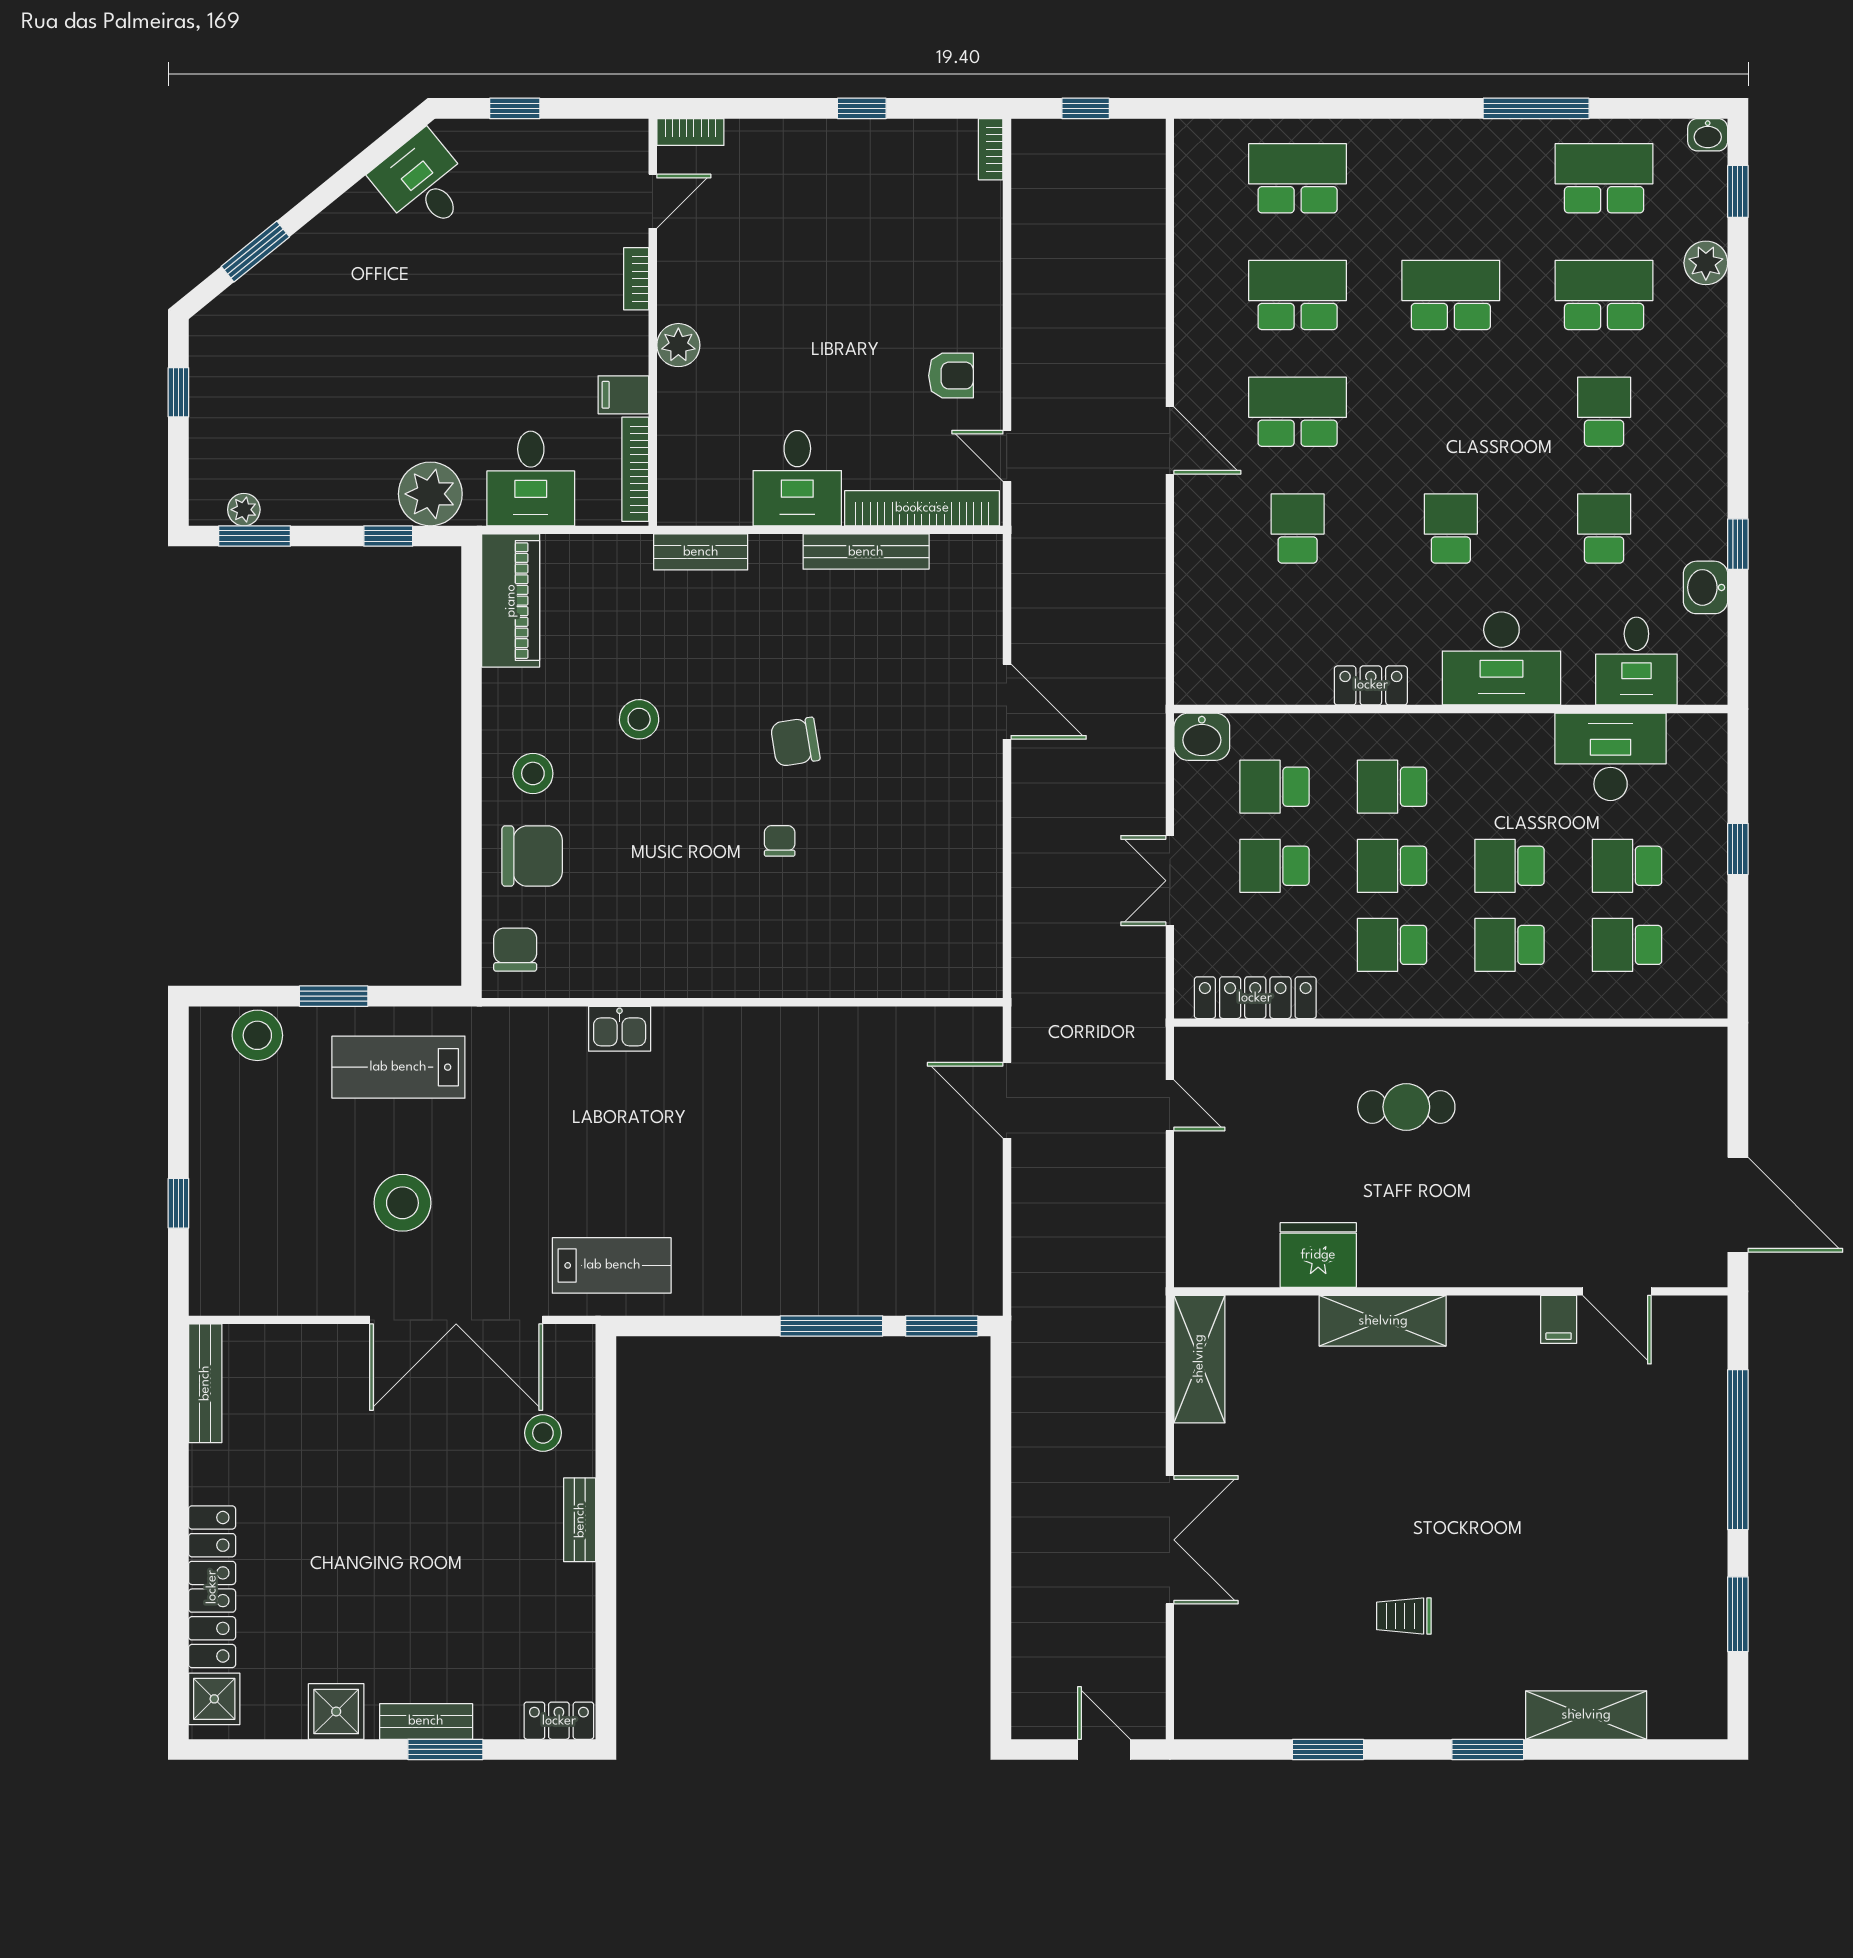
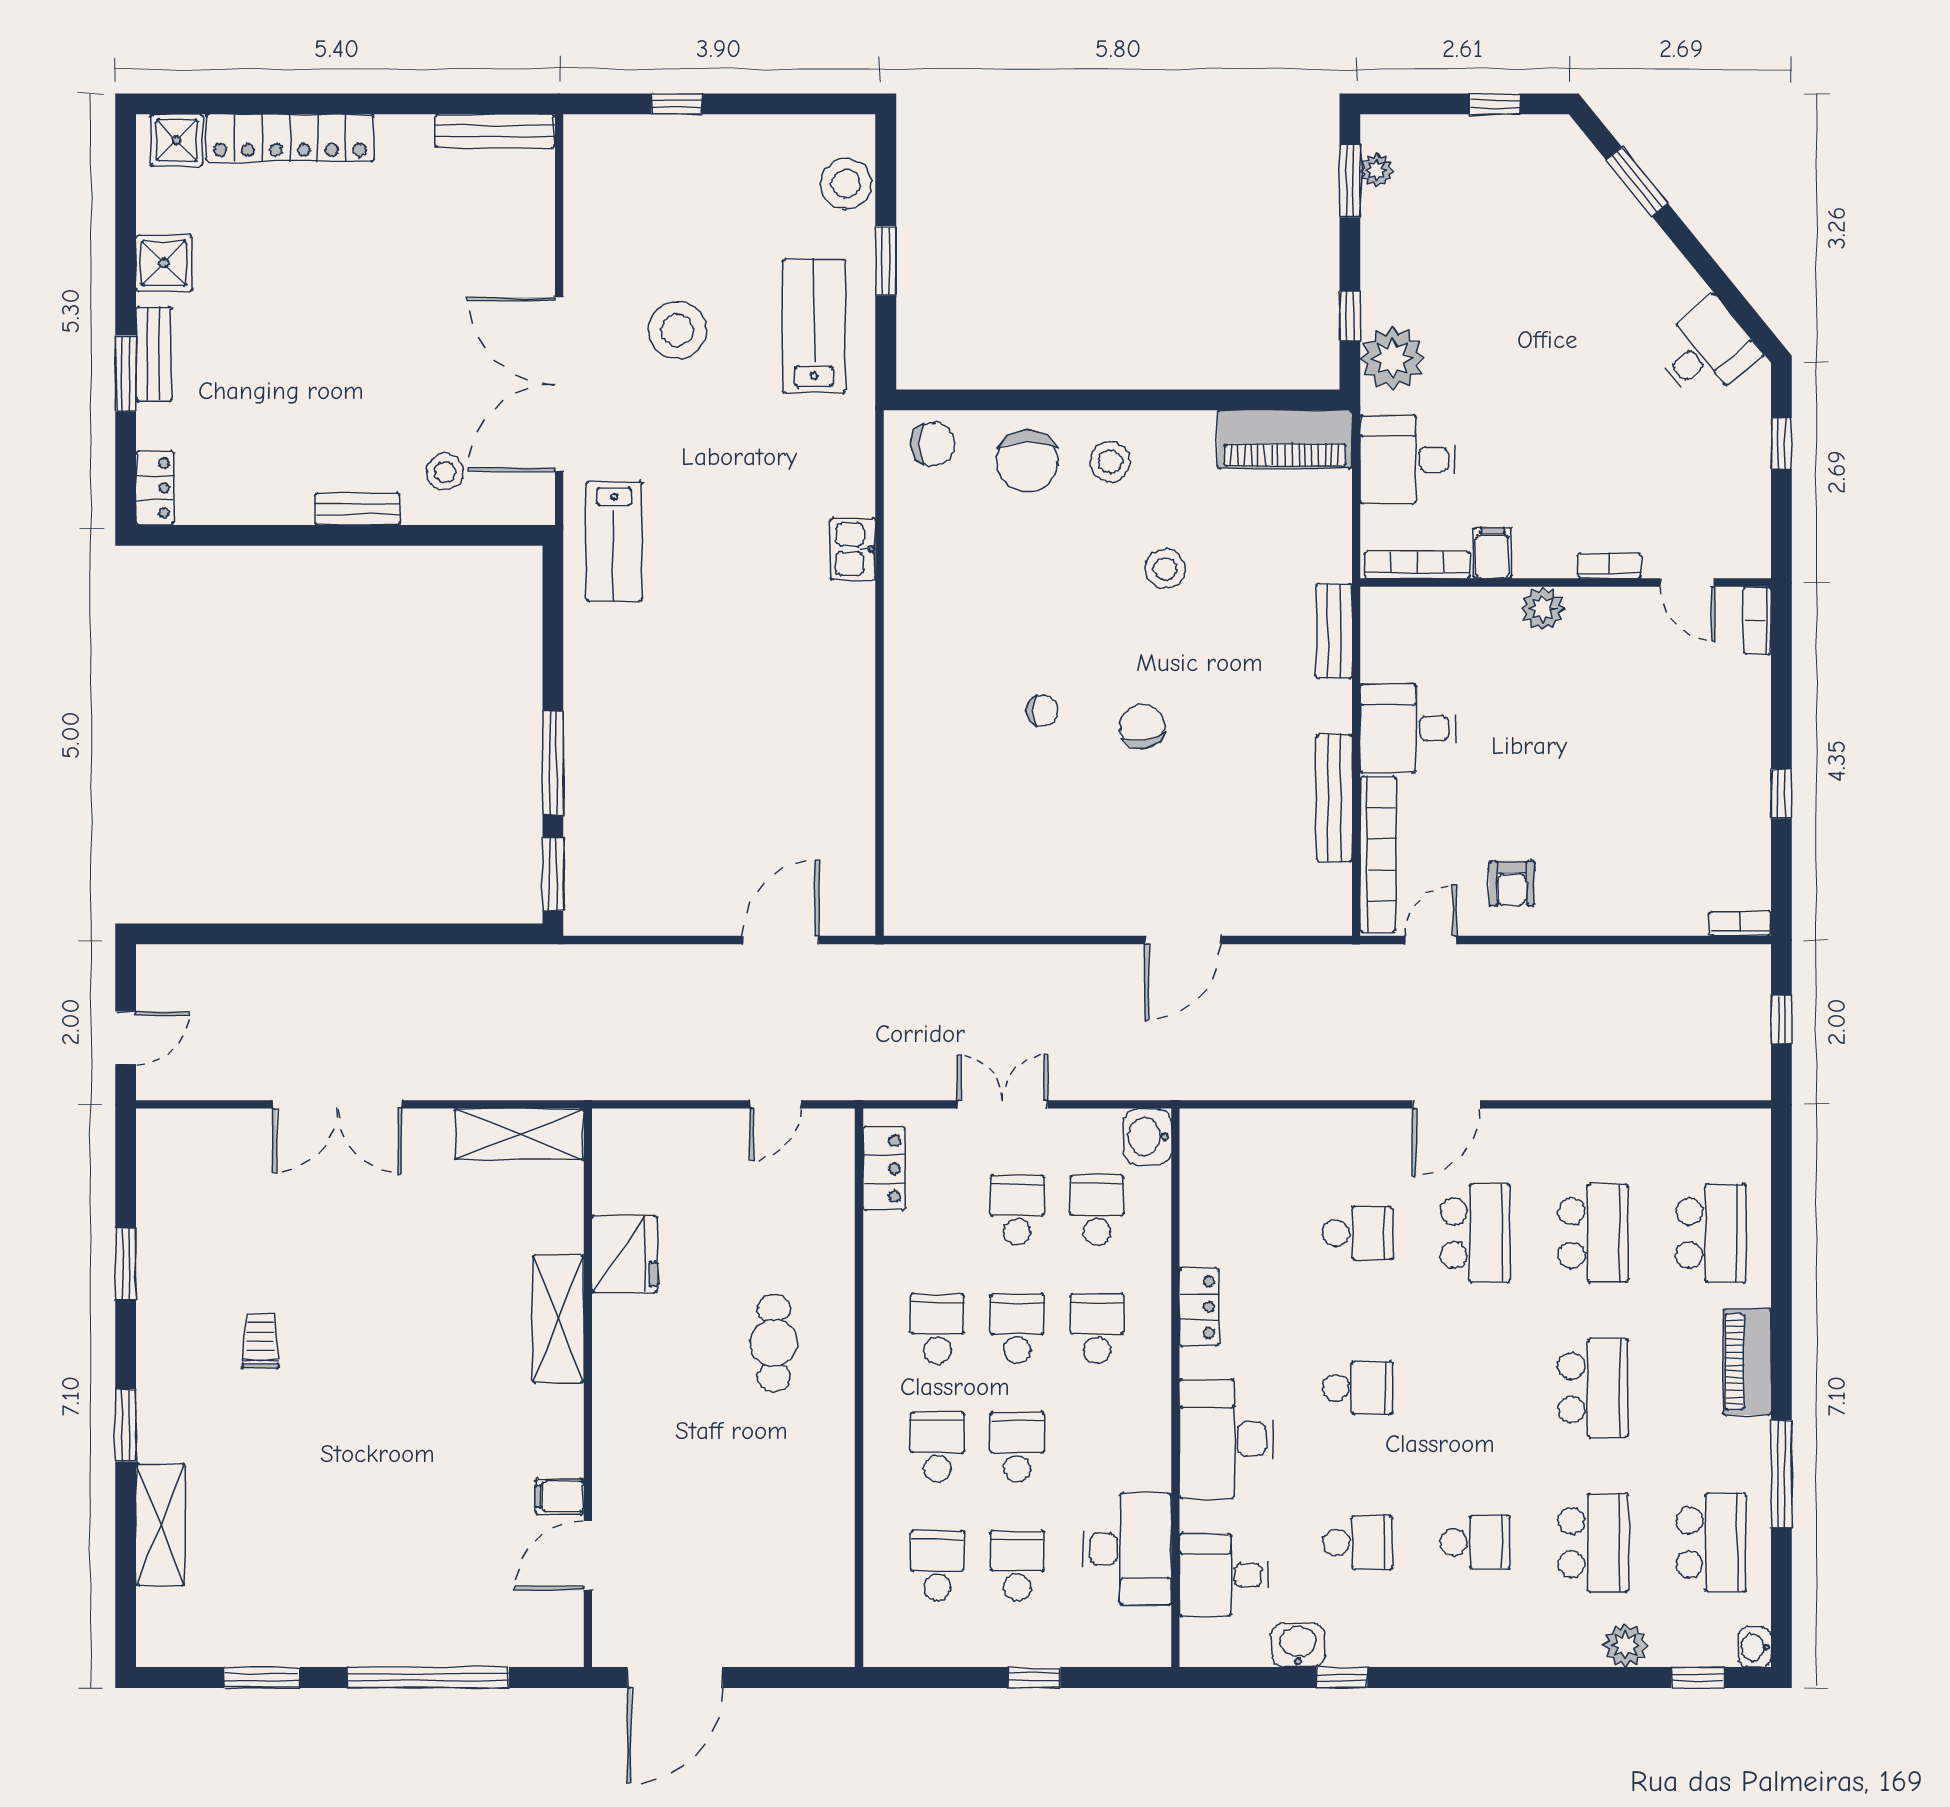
piano: (1425, 142) -> (1747, 1362), added
locker: (1255, 998) -> (884, 1169), width x0.66

